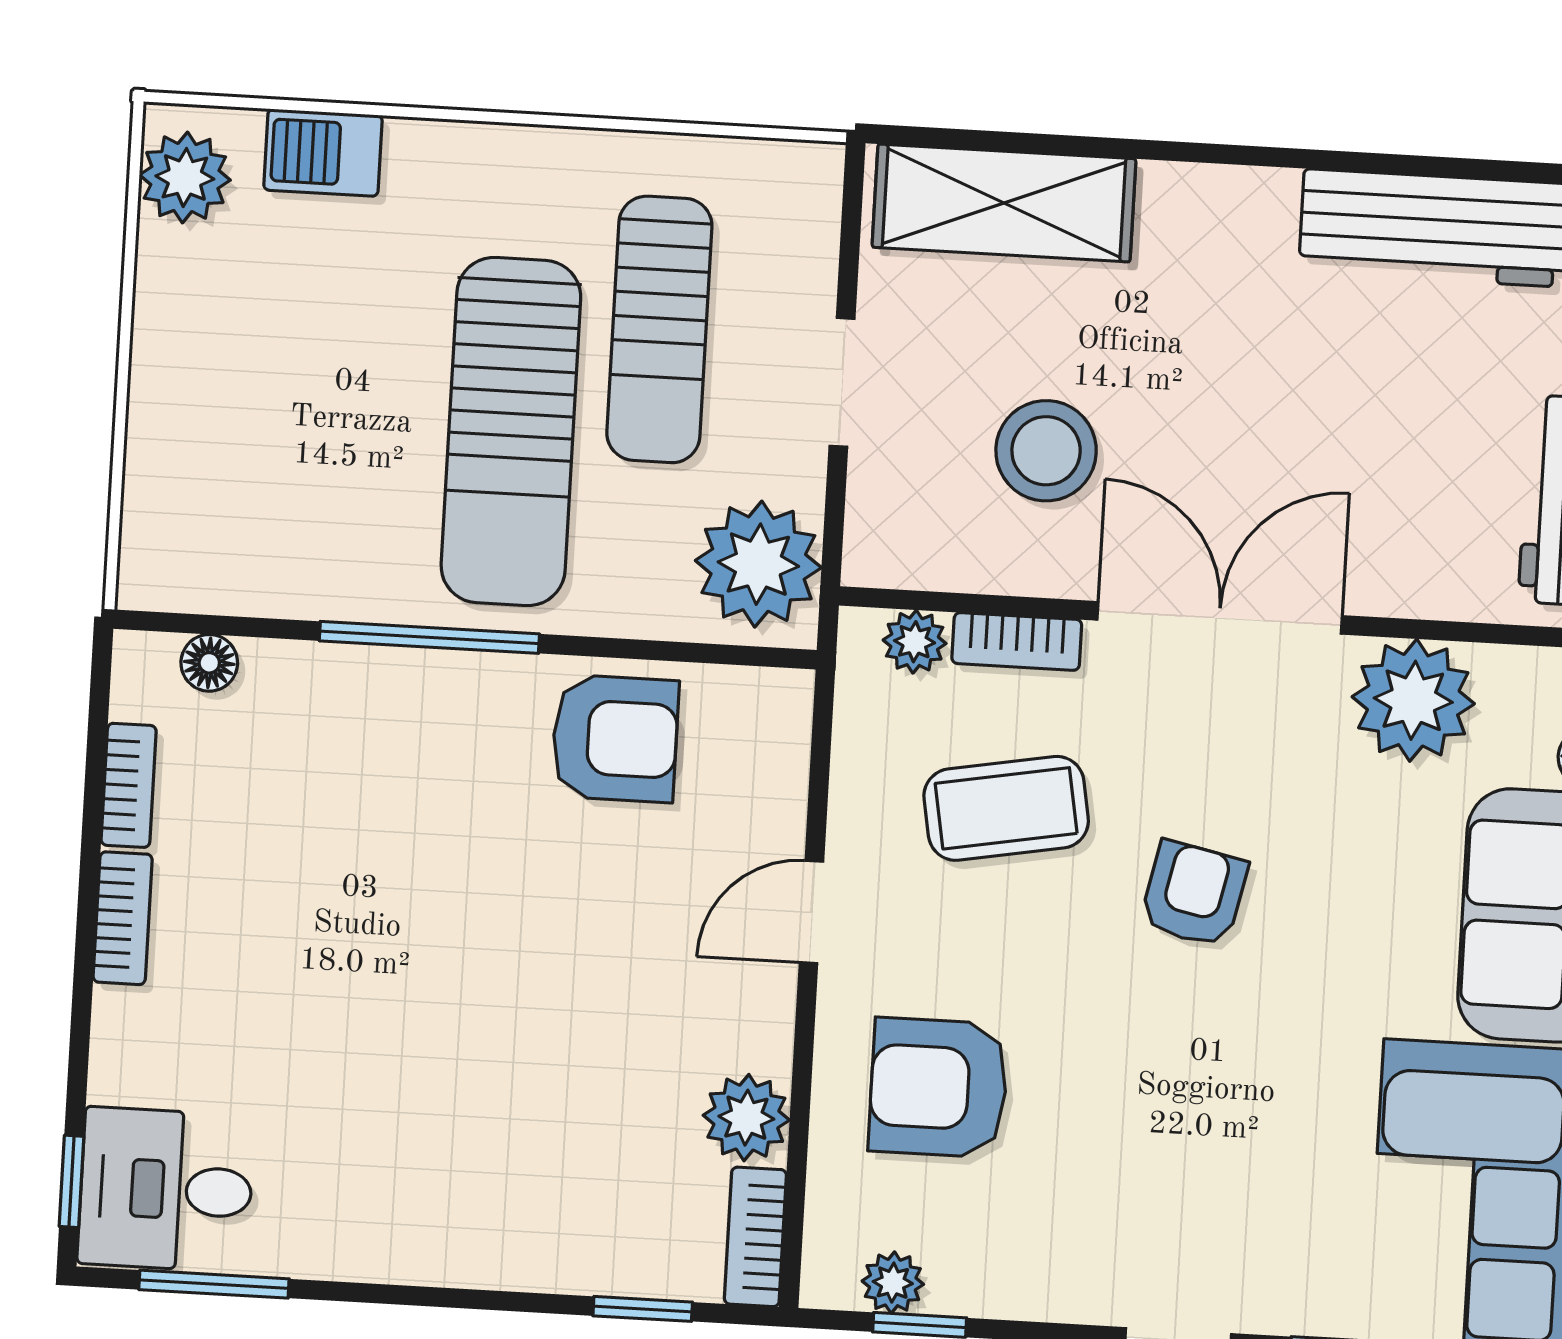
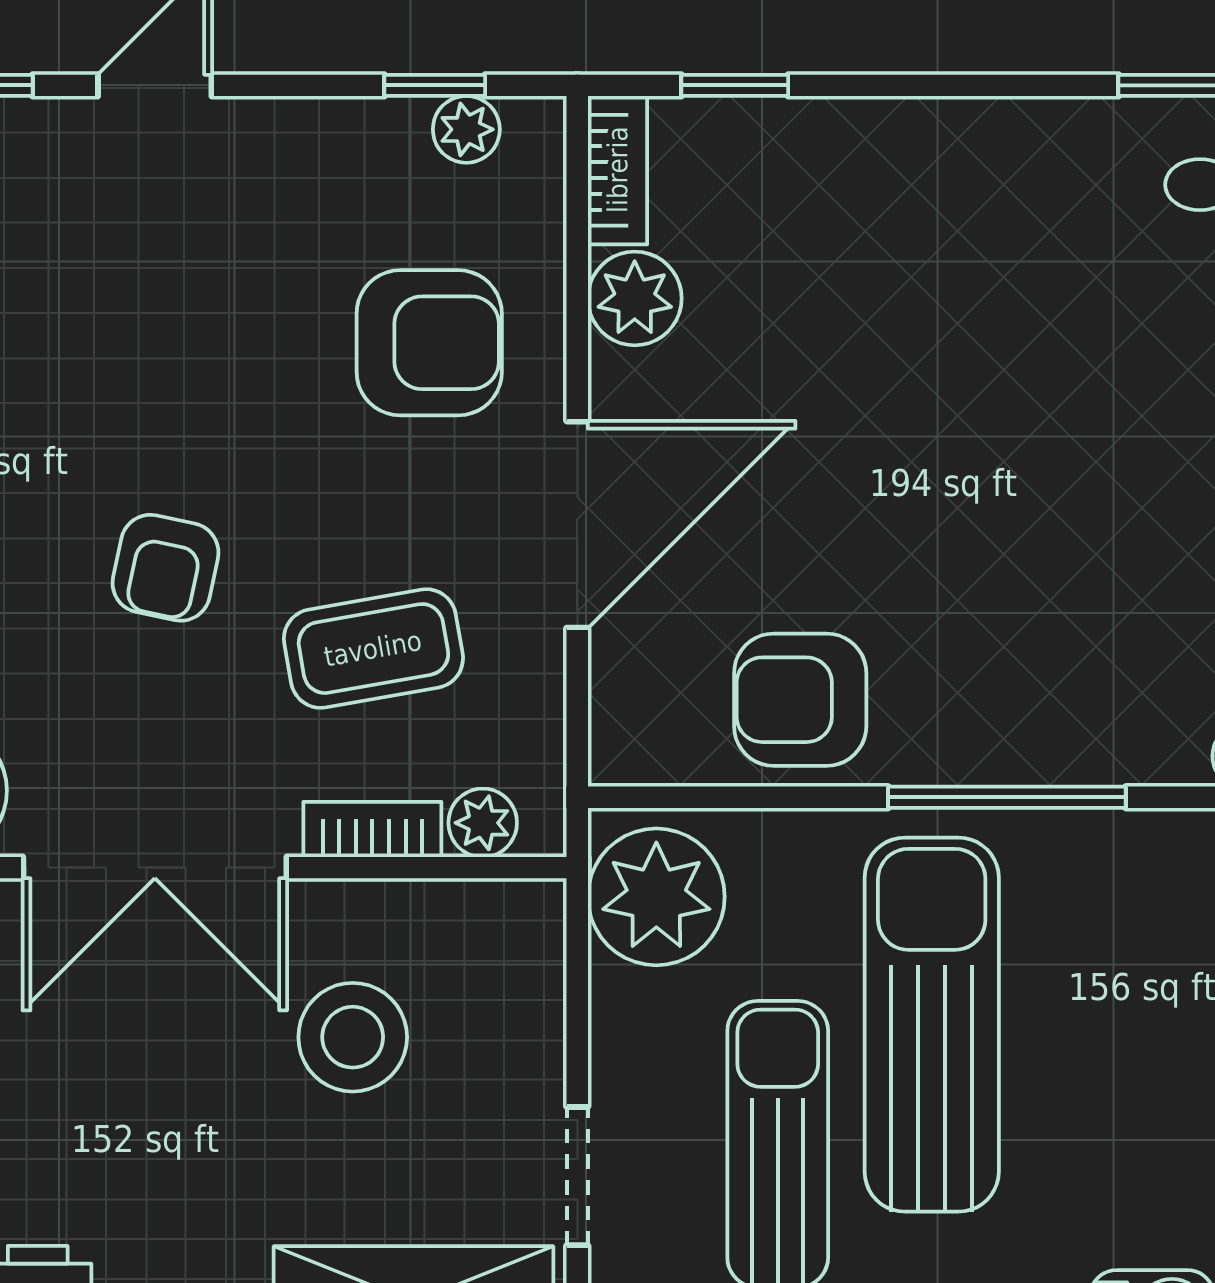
doorway: (842, 382) -> (577, 1176), moved
door: (811, 912) -> (577, 525), width x1.88

